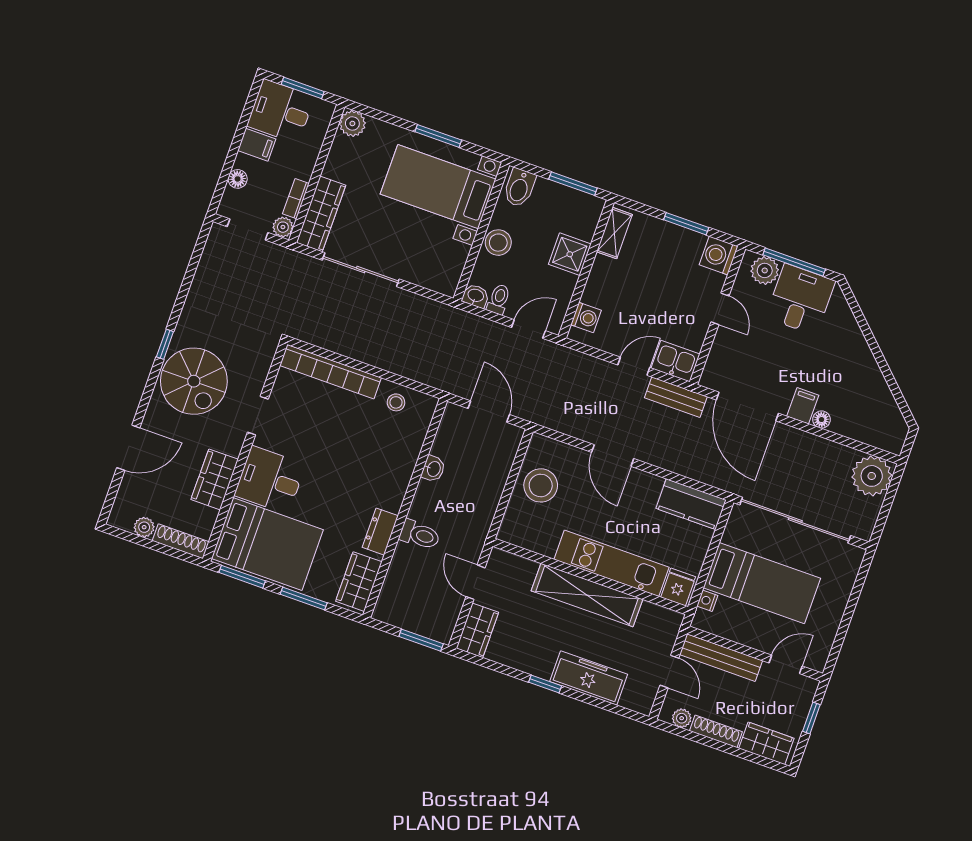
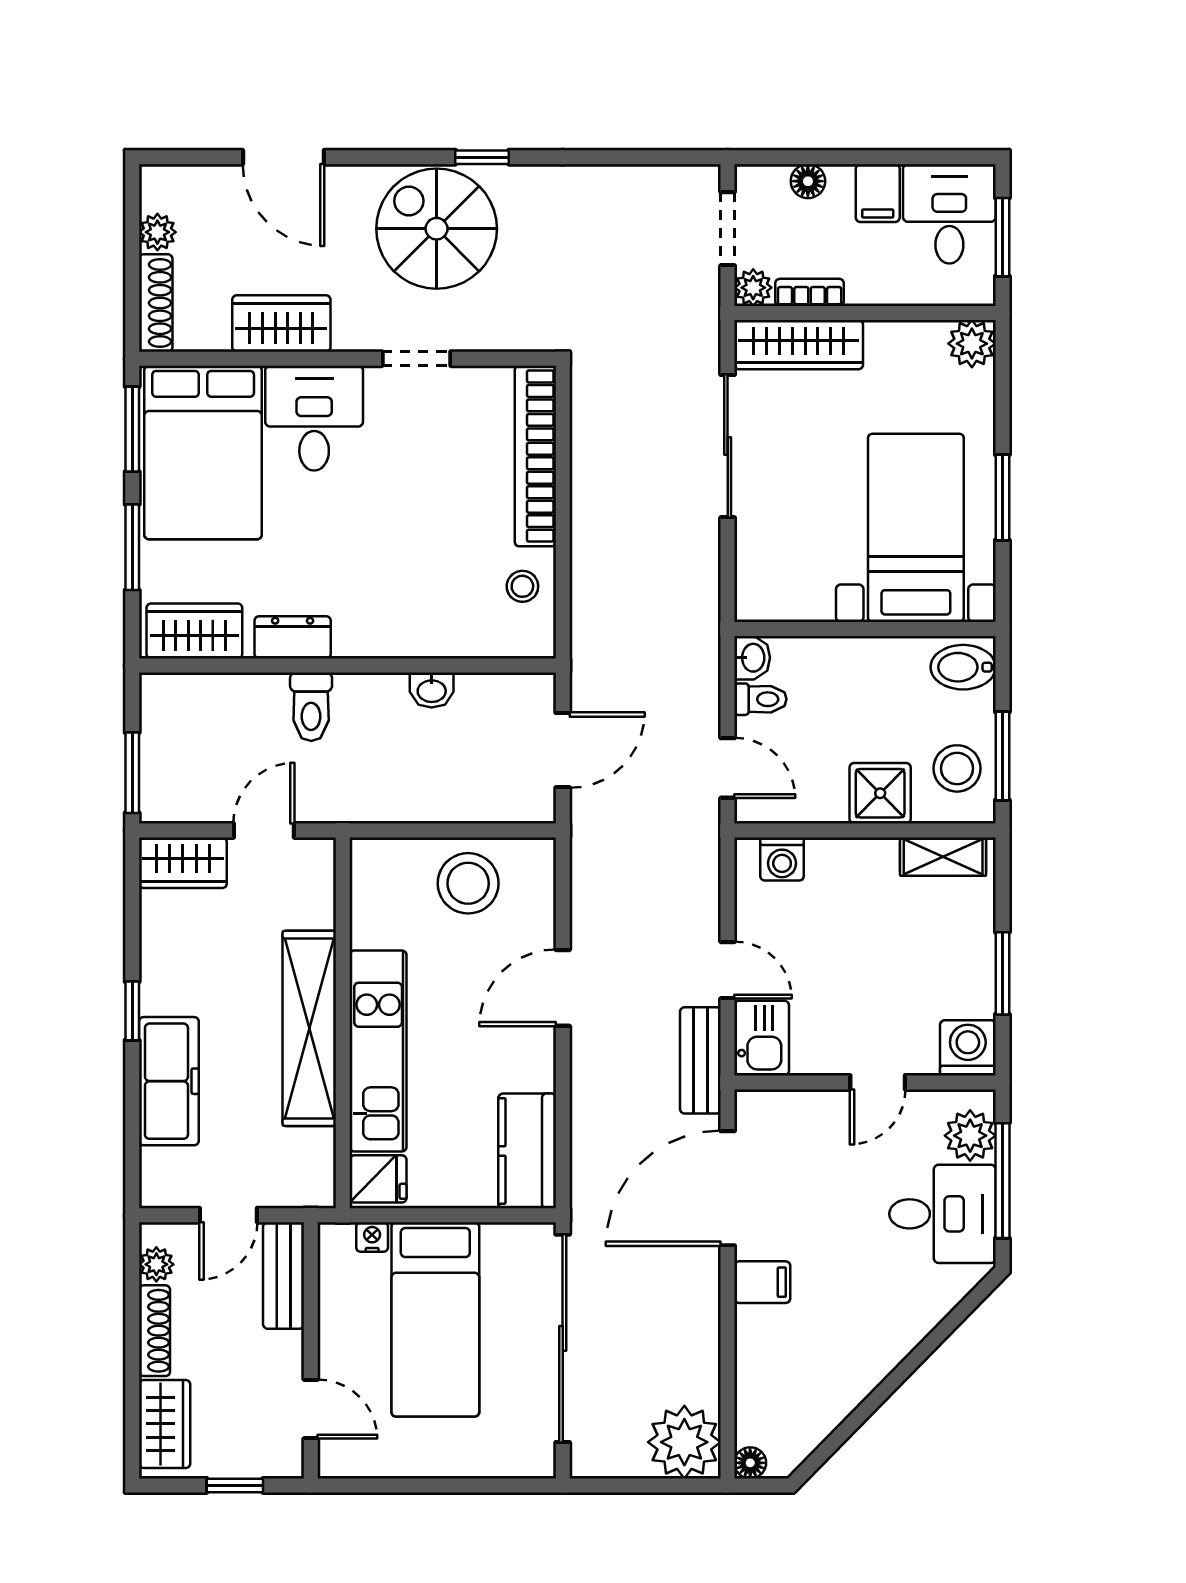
stool: (498, 243) -> (957, 768), moved
spiral stairs: (194, 381) -> (437, 229), turned 90
floor lamp: (822, 420) -> (750, 1463), moved
bench: (721, 658) -> (284, 1275), width x0.73

